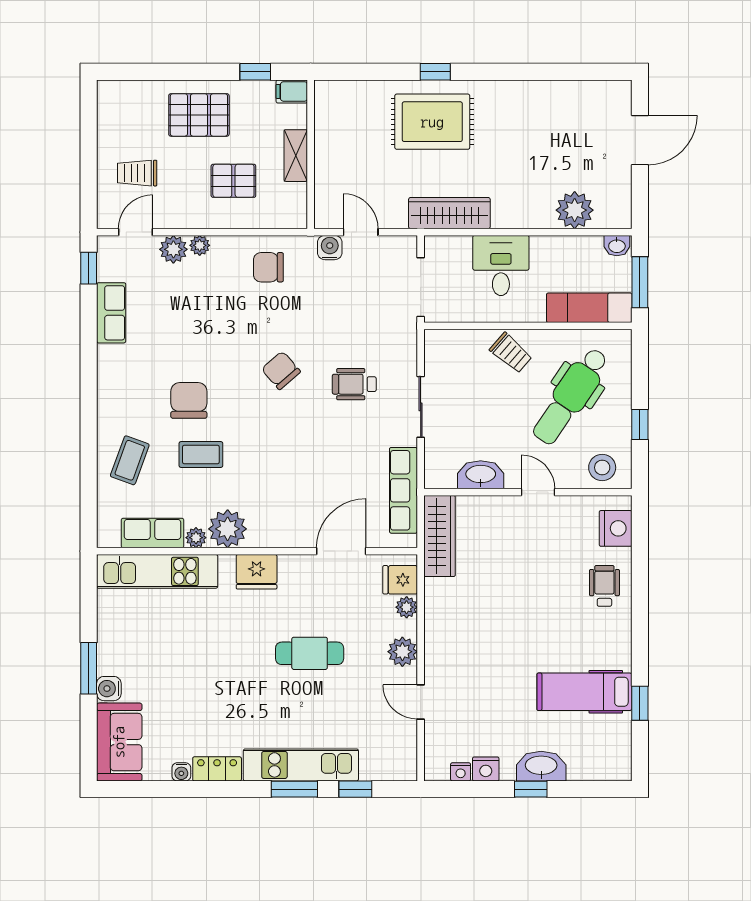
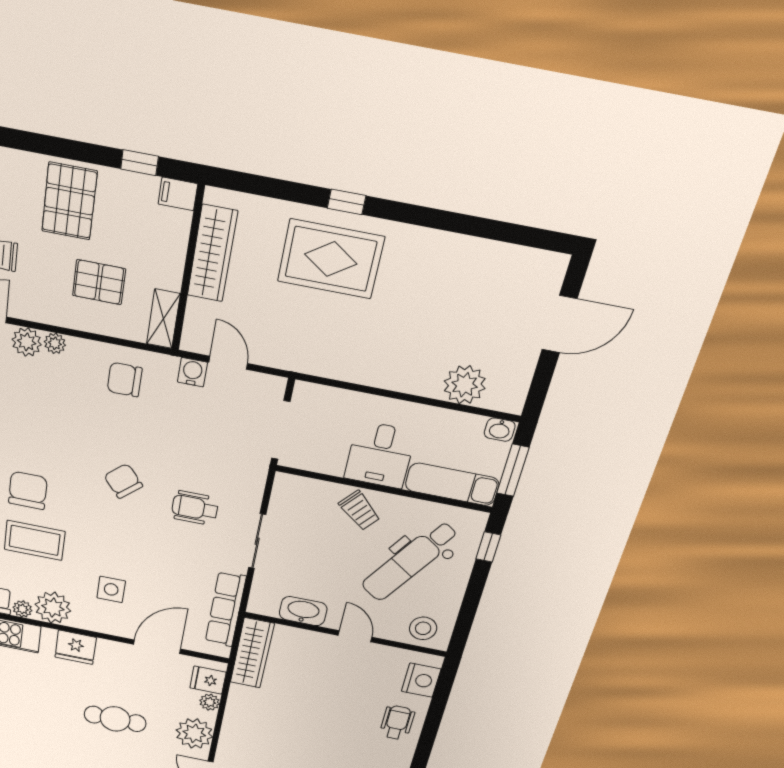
pallet: (199, 115) -> (69, 201), turned 90
shelving: (296, 156) -> (163, 319), moved
wardrobe: (449, 213) -> (212, 253), moved, turned 90
desk: (501, 265) -> (380, 455), moved, turned 180
window: (640, 425) -> (488, 547), moved
coffee table: (201, 455) -> (35, 540), width x1.36, depth x1.30
side table: (285, 494) -> (111, 589), added
plant: (402, 652) -> (194, 733), width x1.36, depth x1.36

